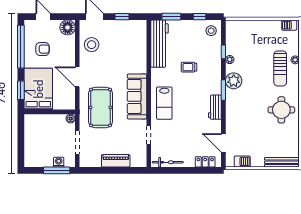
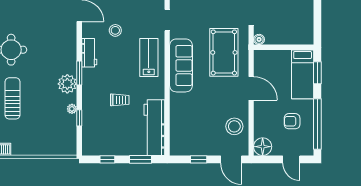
stool: (211, 31) -> (115, 30), moved
bed: (38, 89) -> (303, 74), width x0.67

